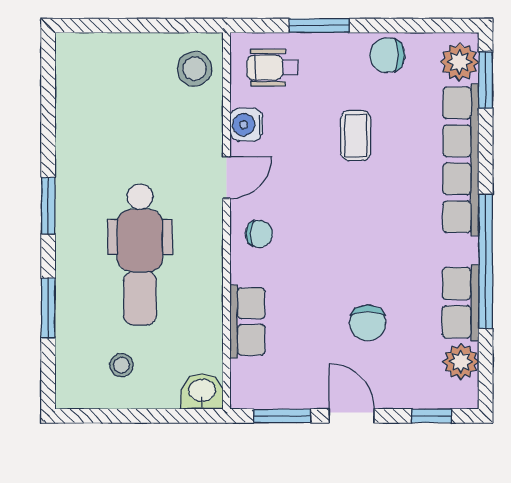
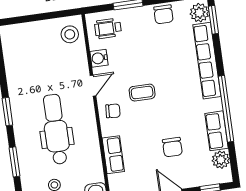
chair: (387, 55) -> (163, 14), turned -90
coffee table: (356, 136) -> (142, 93), moved, turned 90
dental chair: (140, 255) -> (56, 129), turned 180

